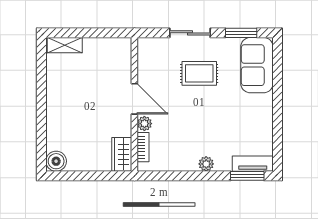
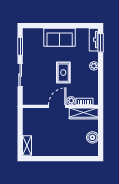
sofa: (257, 65) -> (60, 37), moved
rug: (199, 73) -> (63, 73), moved
wardrobe: (122, 154) -> (84, 113), width x1.50
boiler: (56, 161) -> (92, 137), moved

